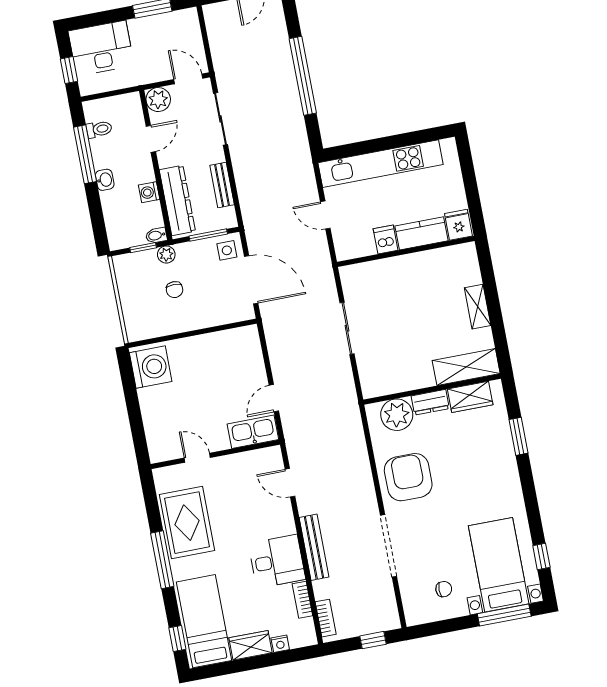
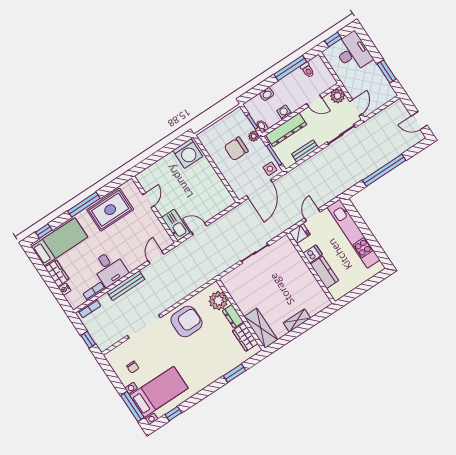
washbasin: (105, 180) -> (267, 94), moved
fridge: (458, 225) -> (300, 233), moved
chair: (175, 290) -> (236, 149), width x1.87, depth x1.87

